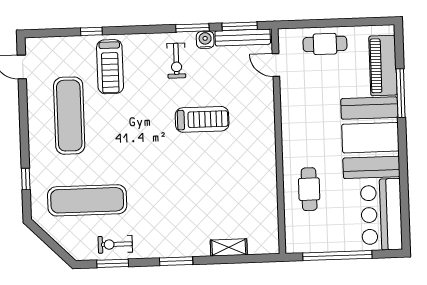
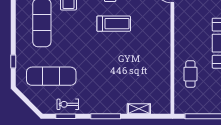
treadmill: (202, 119) -> (114, 24), moved
window: (176, 261) -> (106, 116), width x1.44

